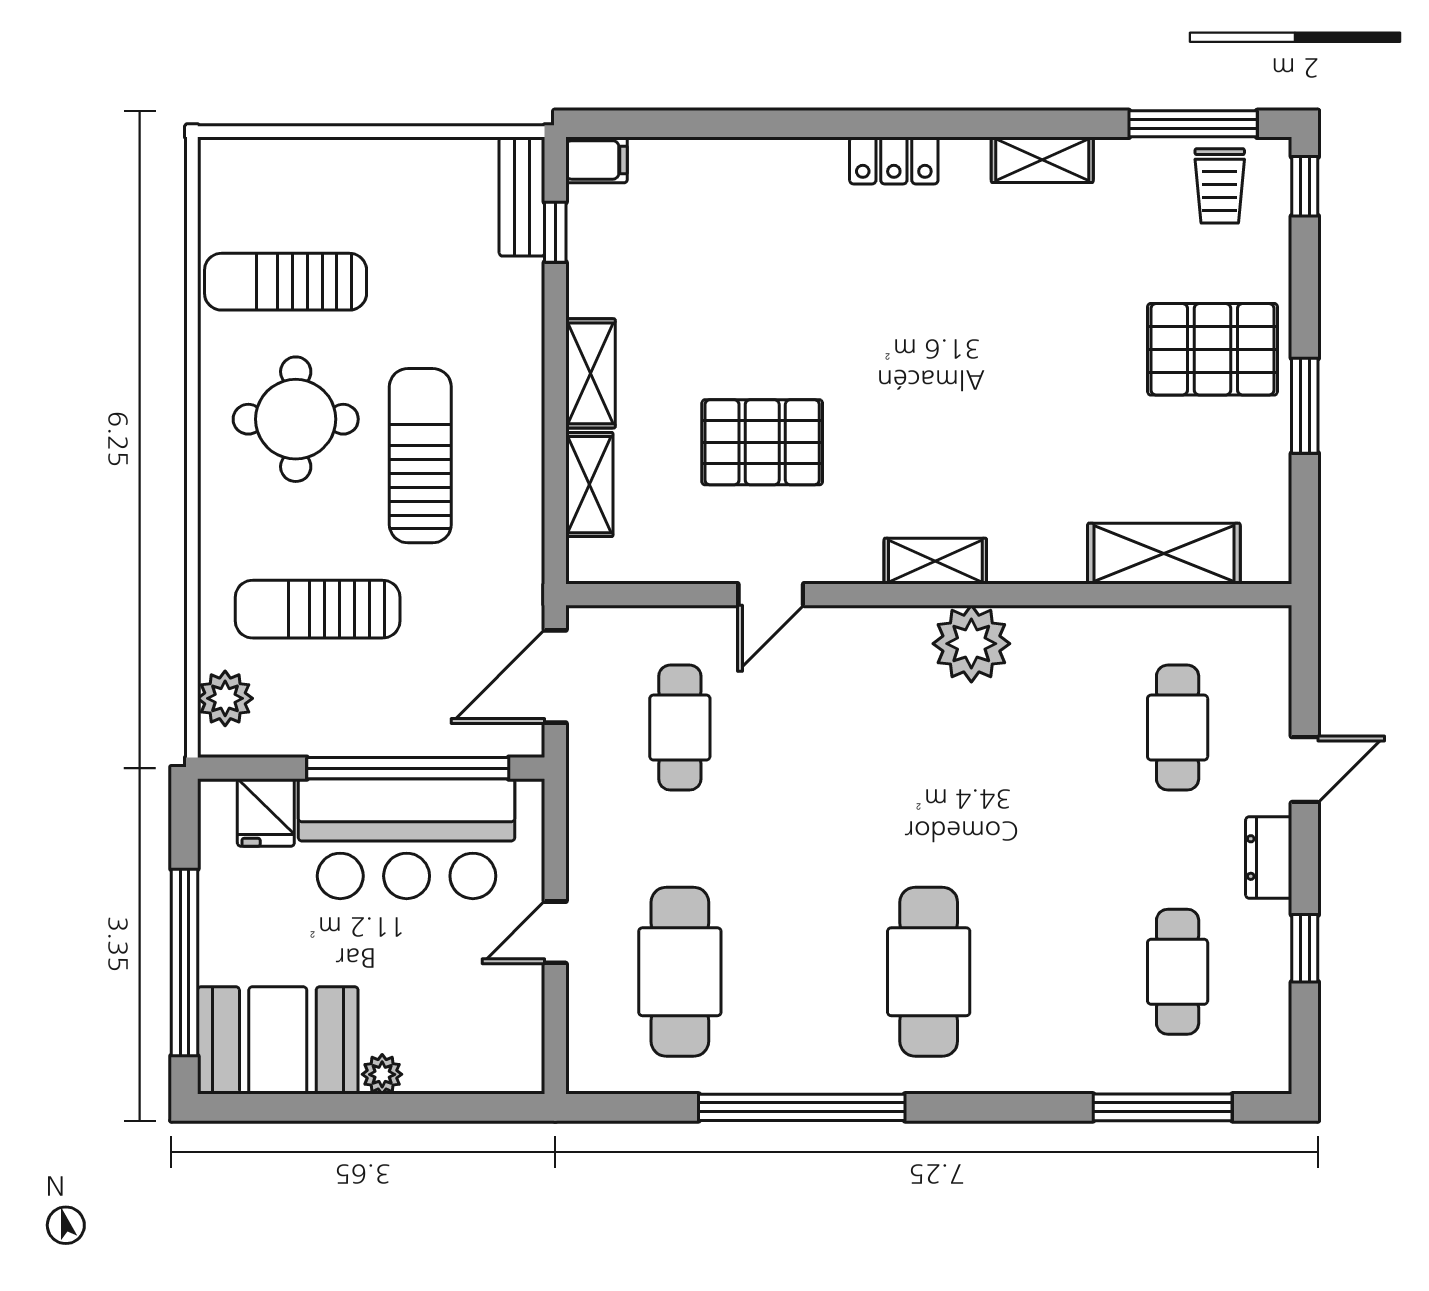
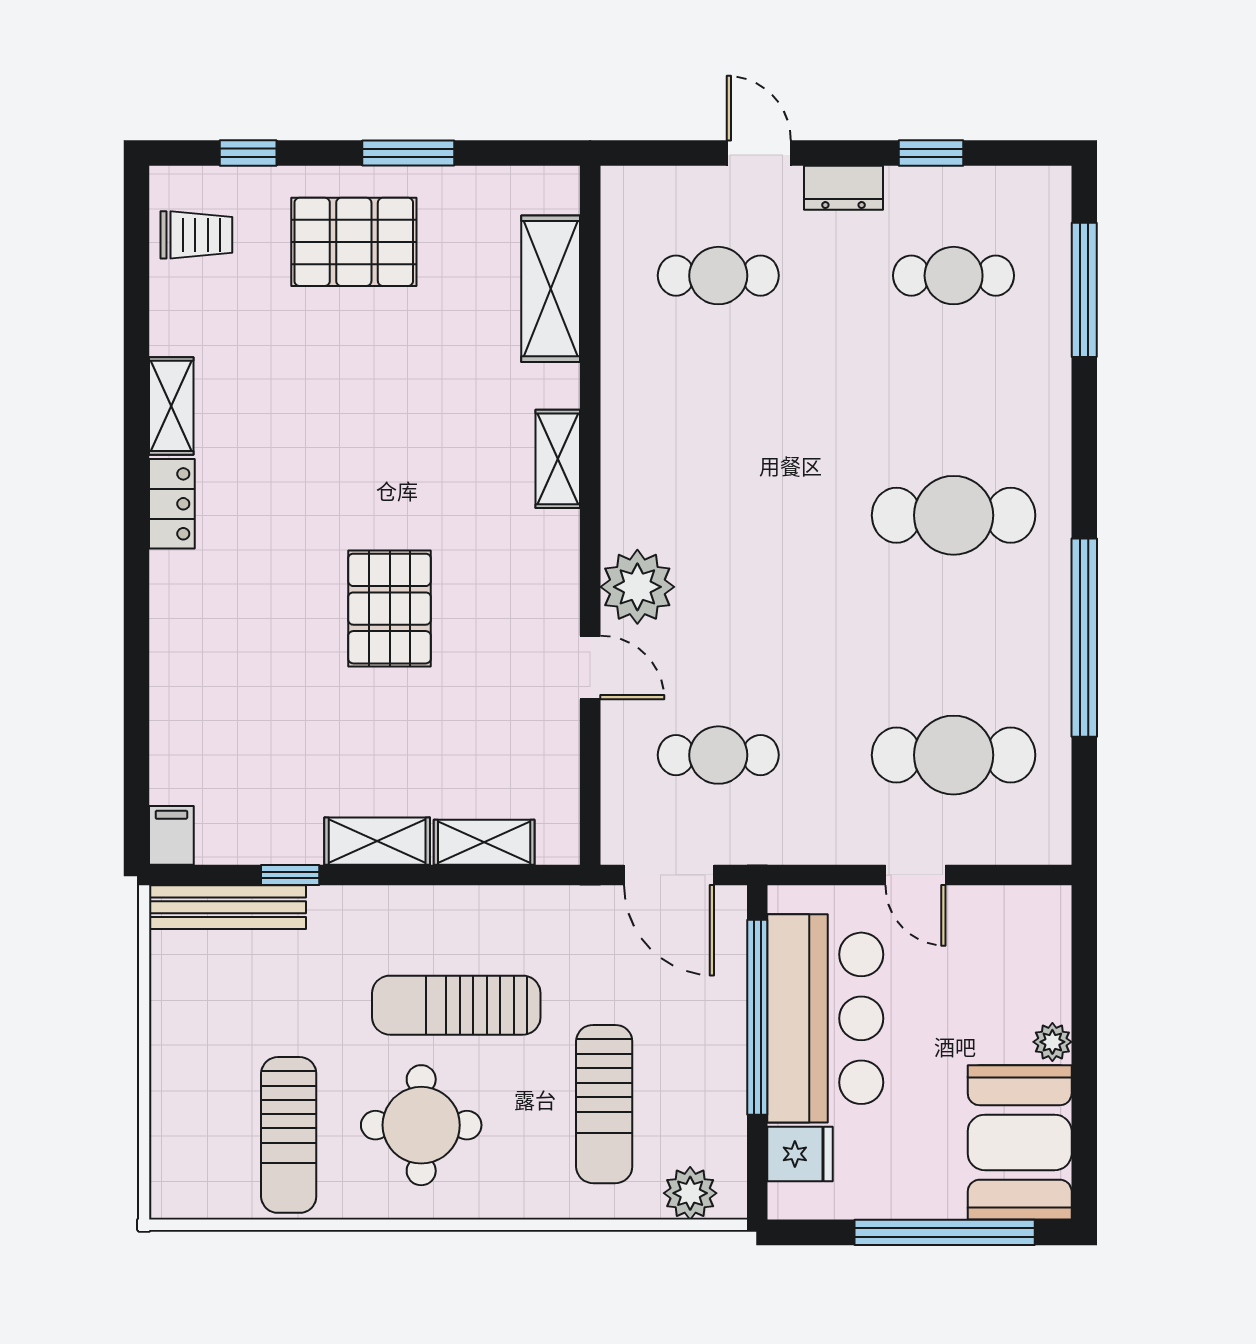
window: (1193, 124) -> (137, 261), removed
locker: (894, 160) -> (172, 504), moved
window: (1305, 186) -> (248, 153), moved
bench: (522, 197) -> (228, 907), width x1.36
window: (555, 232) -> (290, 875), moved
pallet: (1212, 349) -> (354, 242), turned 90
pallet: (762, 442) -> (390, 609), moved
shelving: (935, 561) -> (558, 459), moved
plant: (971, 644) -> (637, 587), moved

